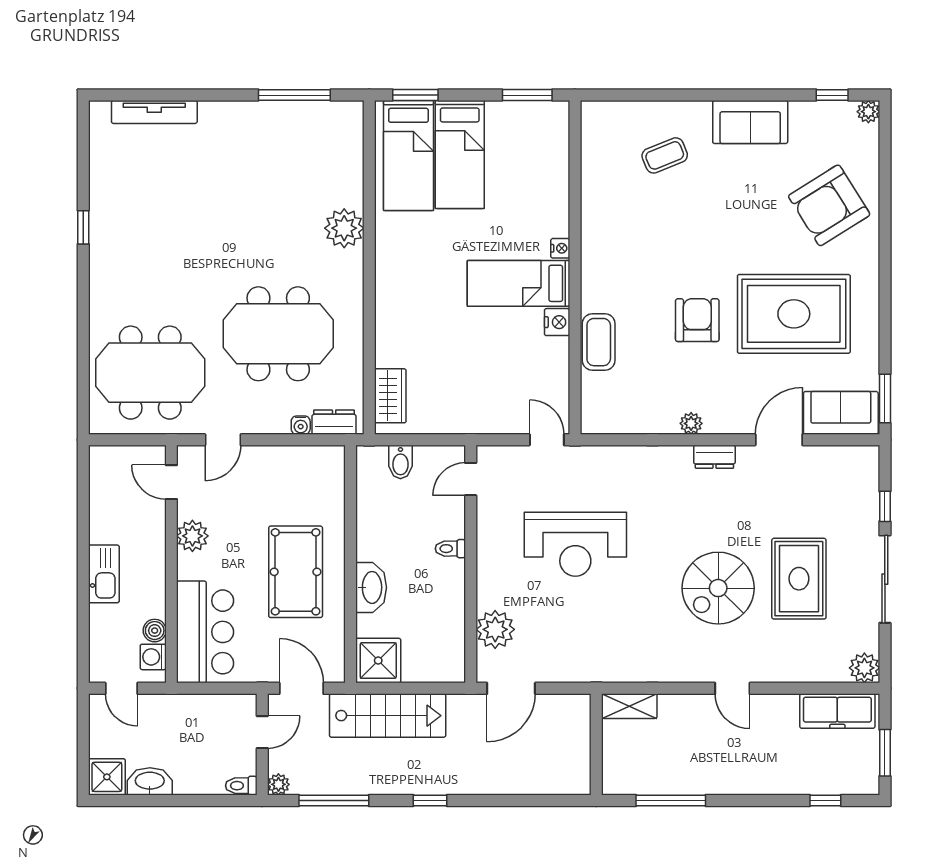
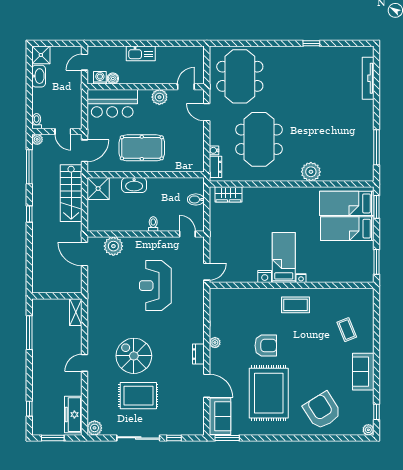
coffee table: (599, 342) -> (296, 305), moved

